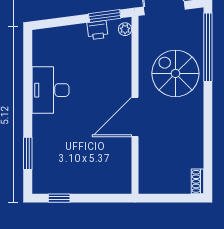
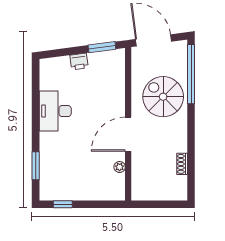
plant: (125, 29) -> (120, 167), moved
printer: (97, 30) -> (79, 61), moved
shoe rack: (198, 181) -> (182, 164), moved

